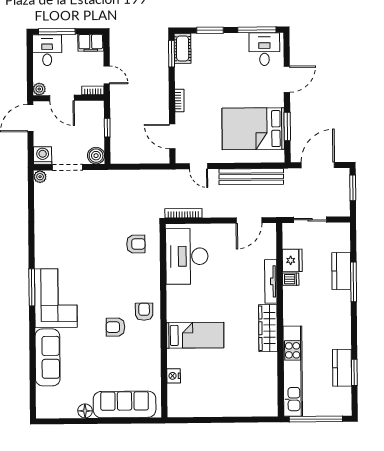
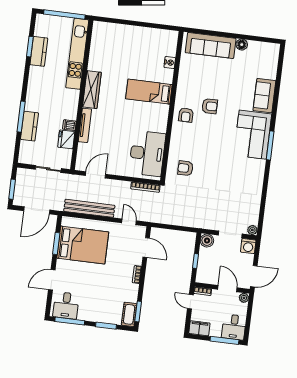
sofa: (48, 357) -> (264, 96), width x0.73

